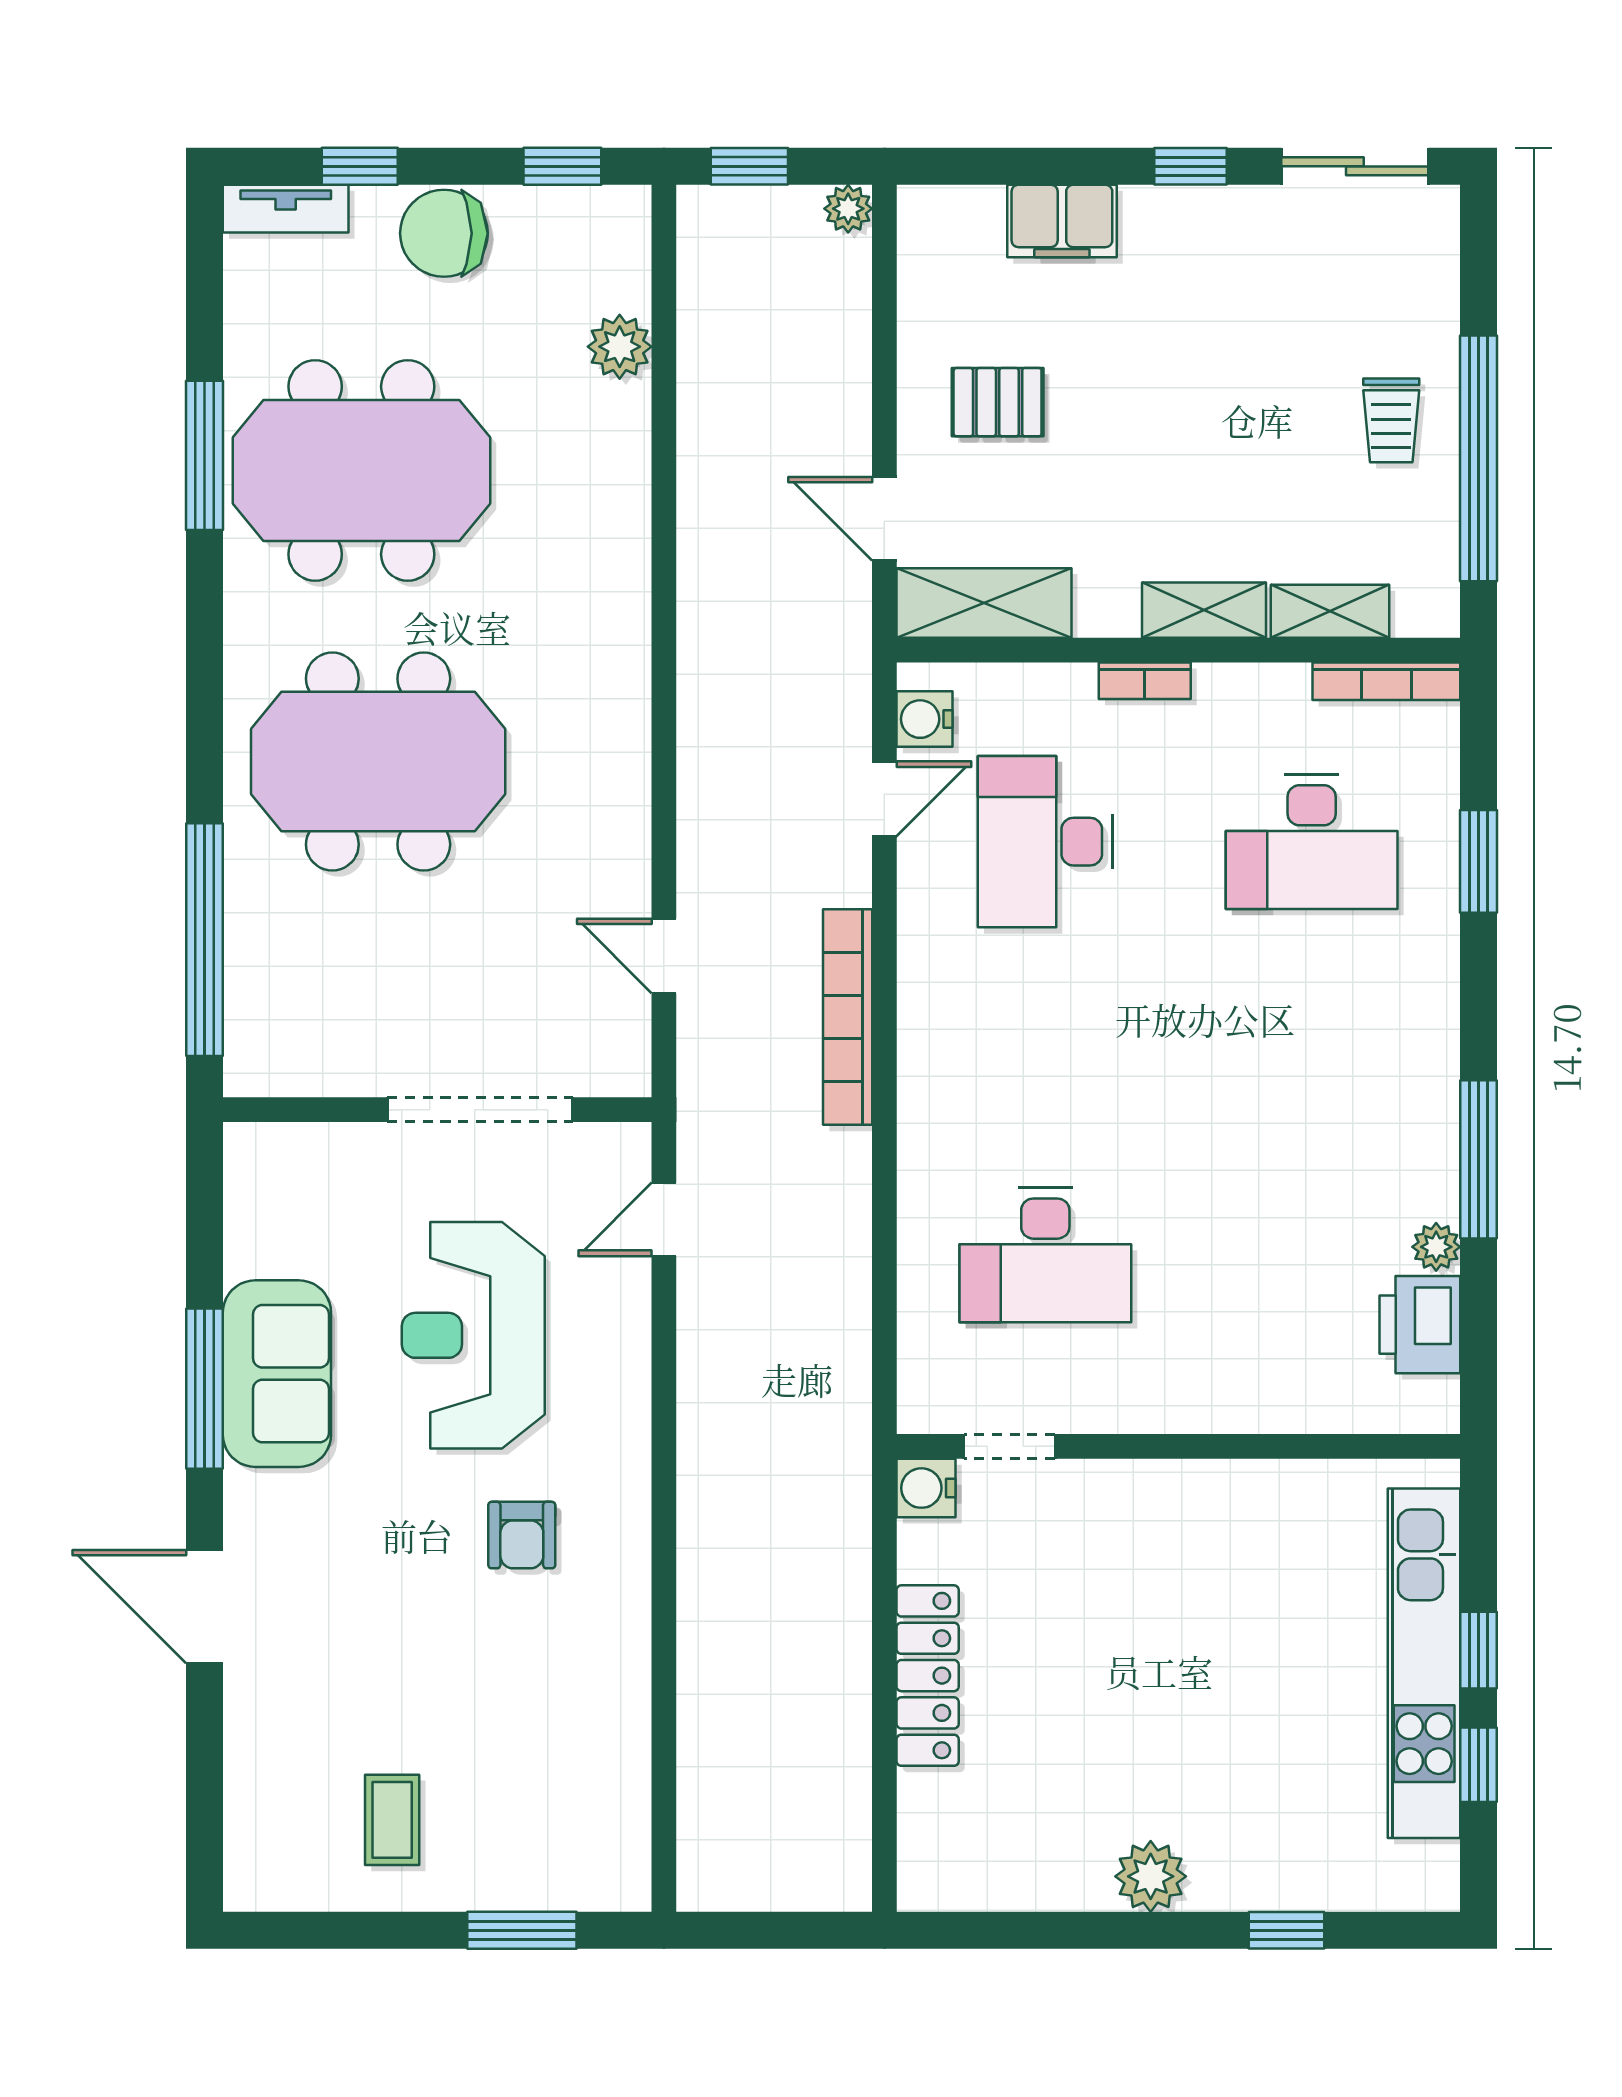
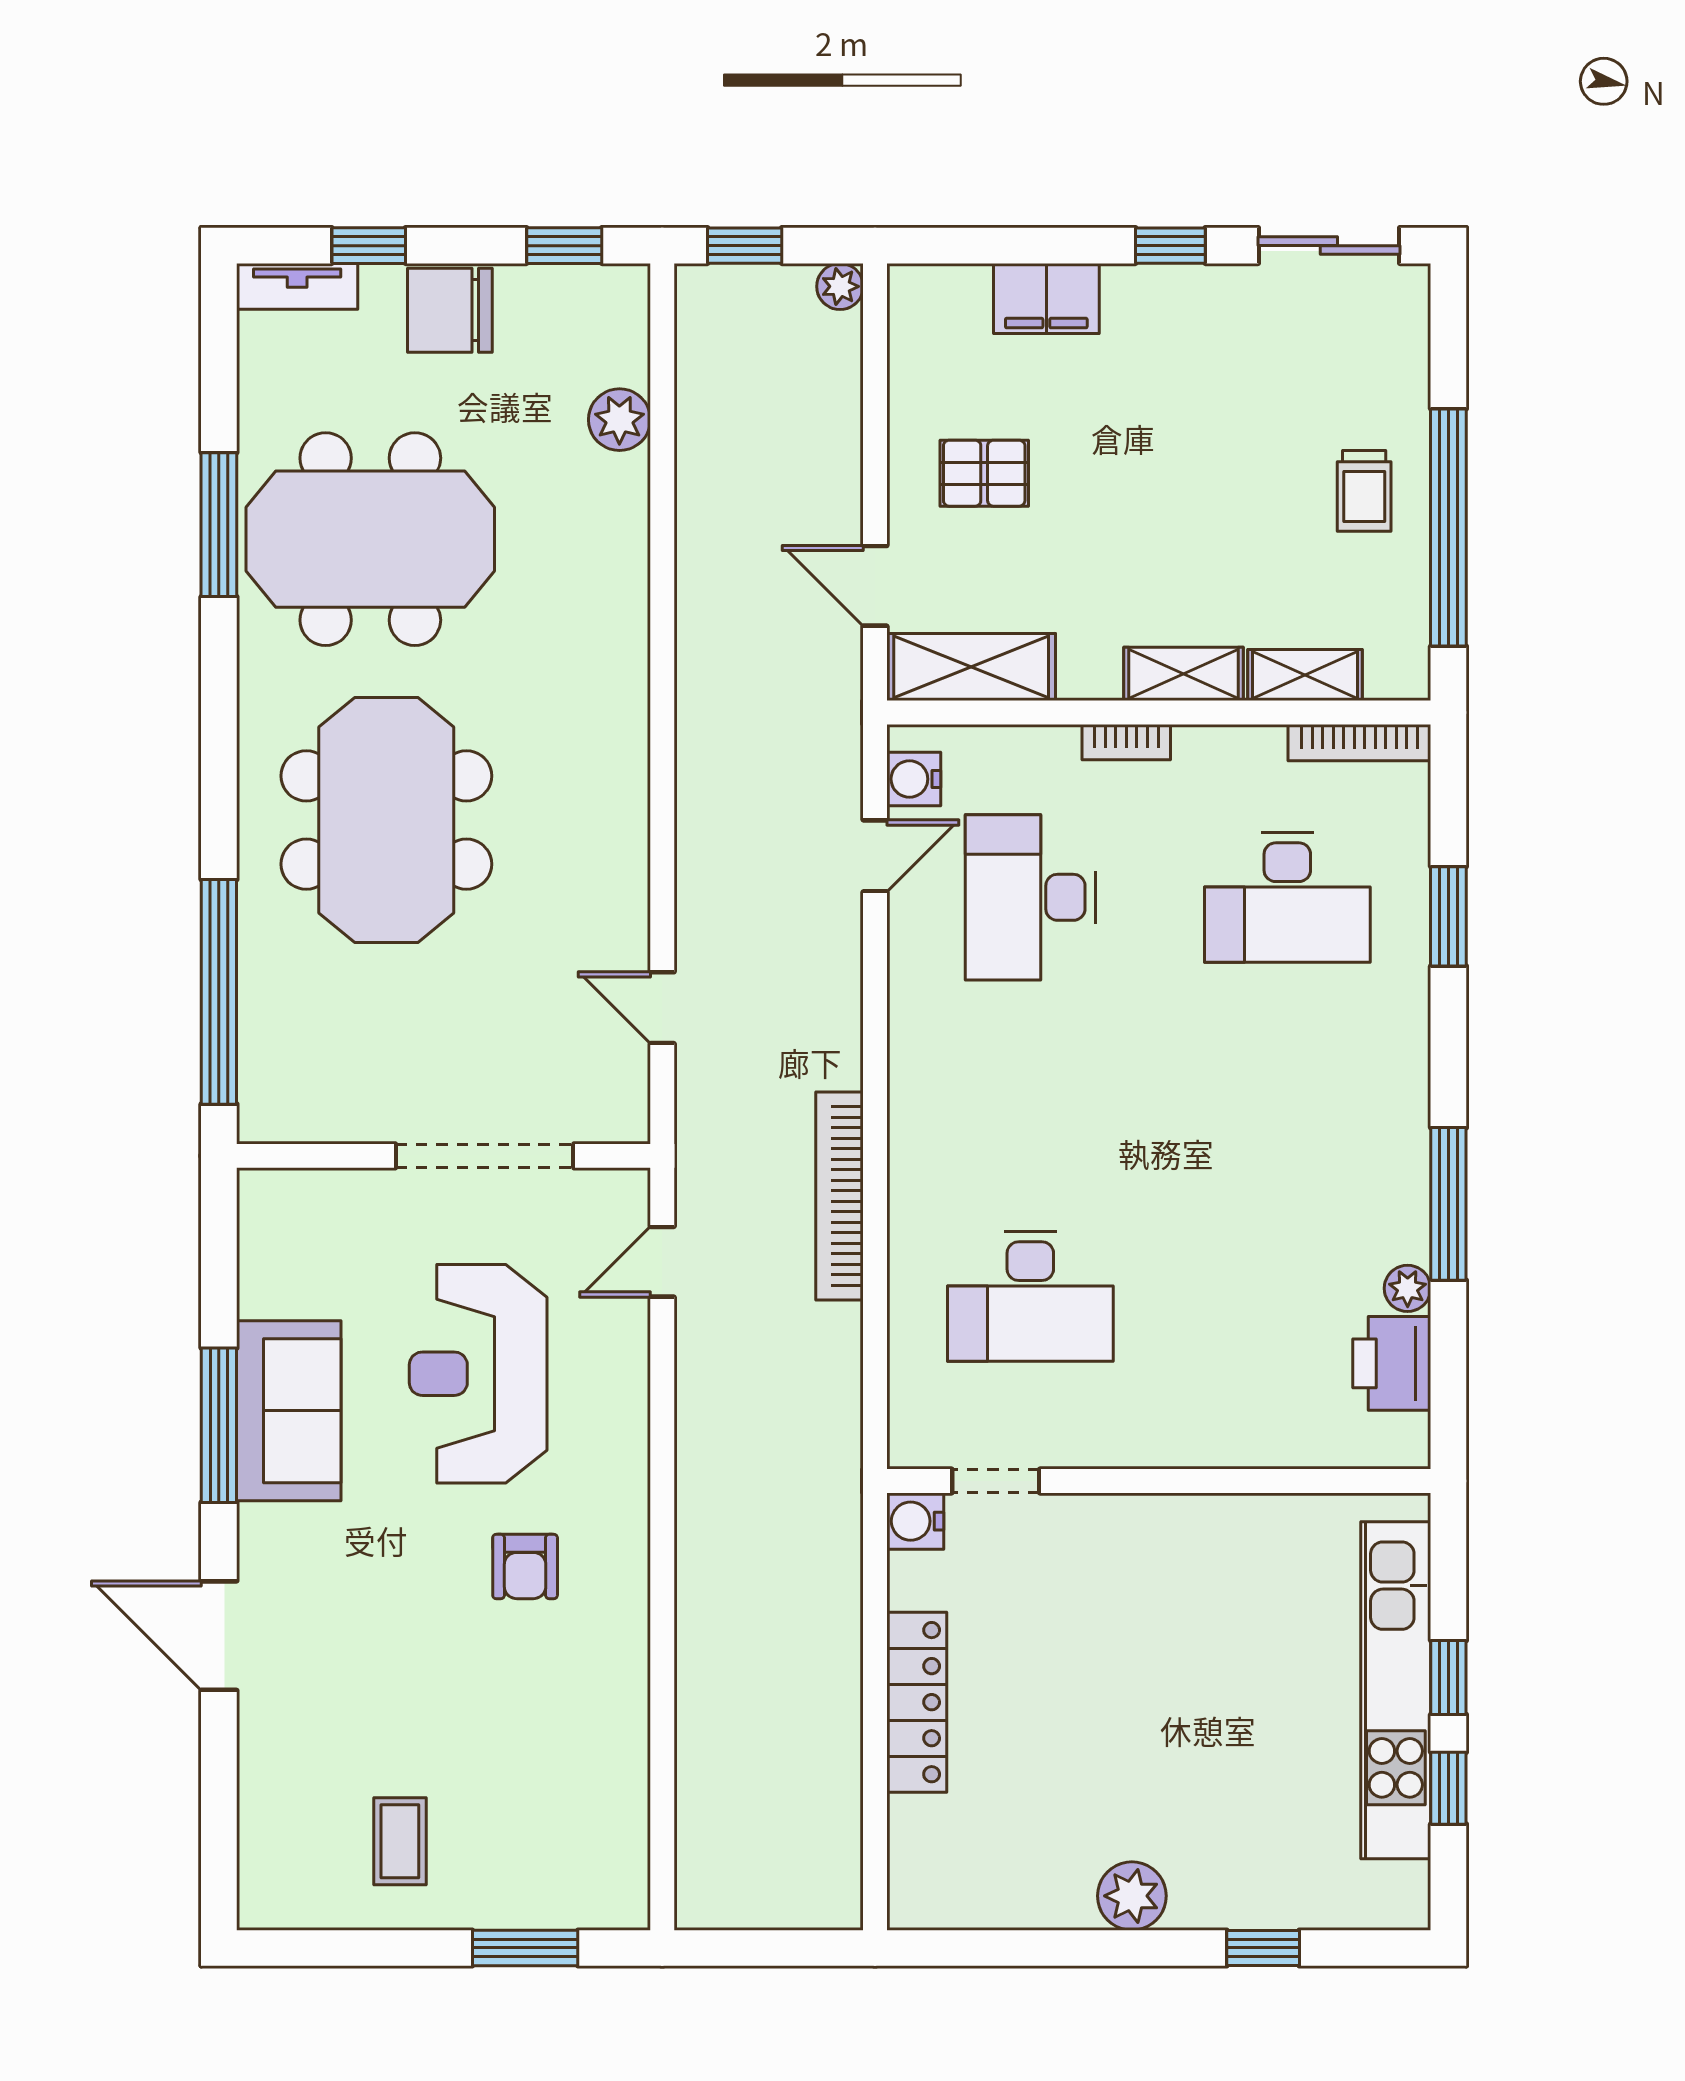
meeting table: (378, 762) -> (386, 820), turned 90
bookcase: (848, 1017) -> (840, 1196), moved

